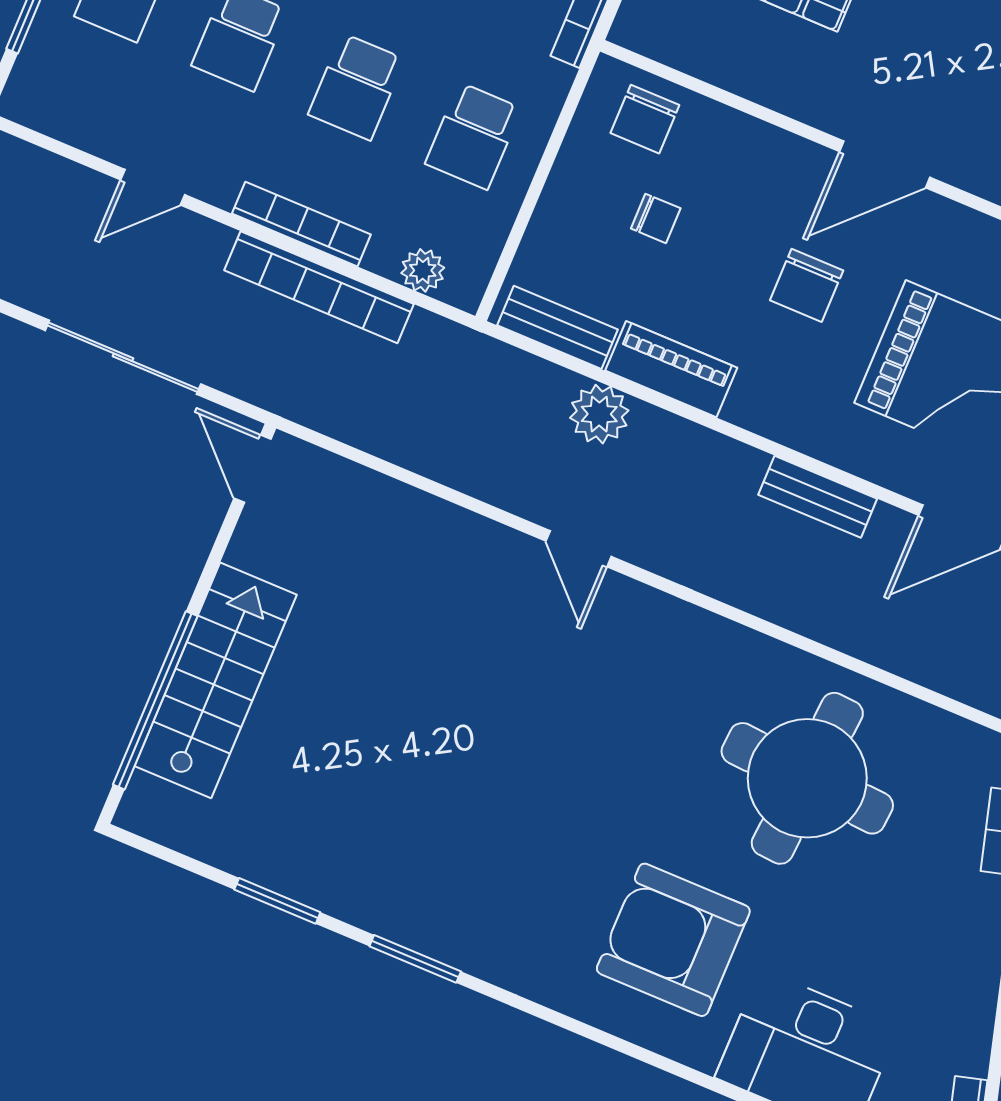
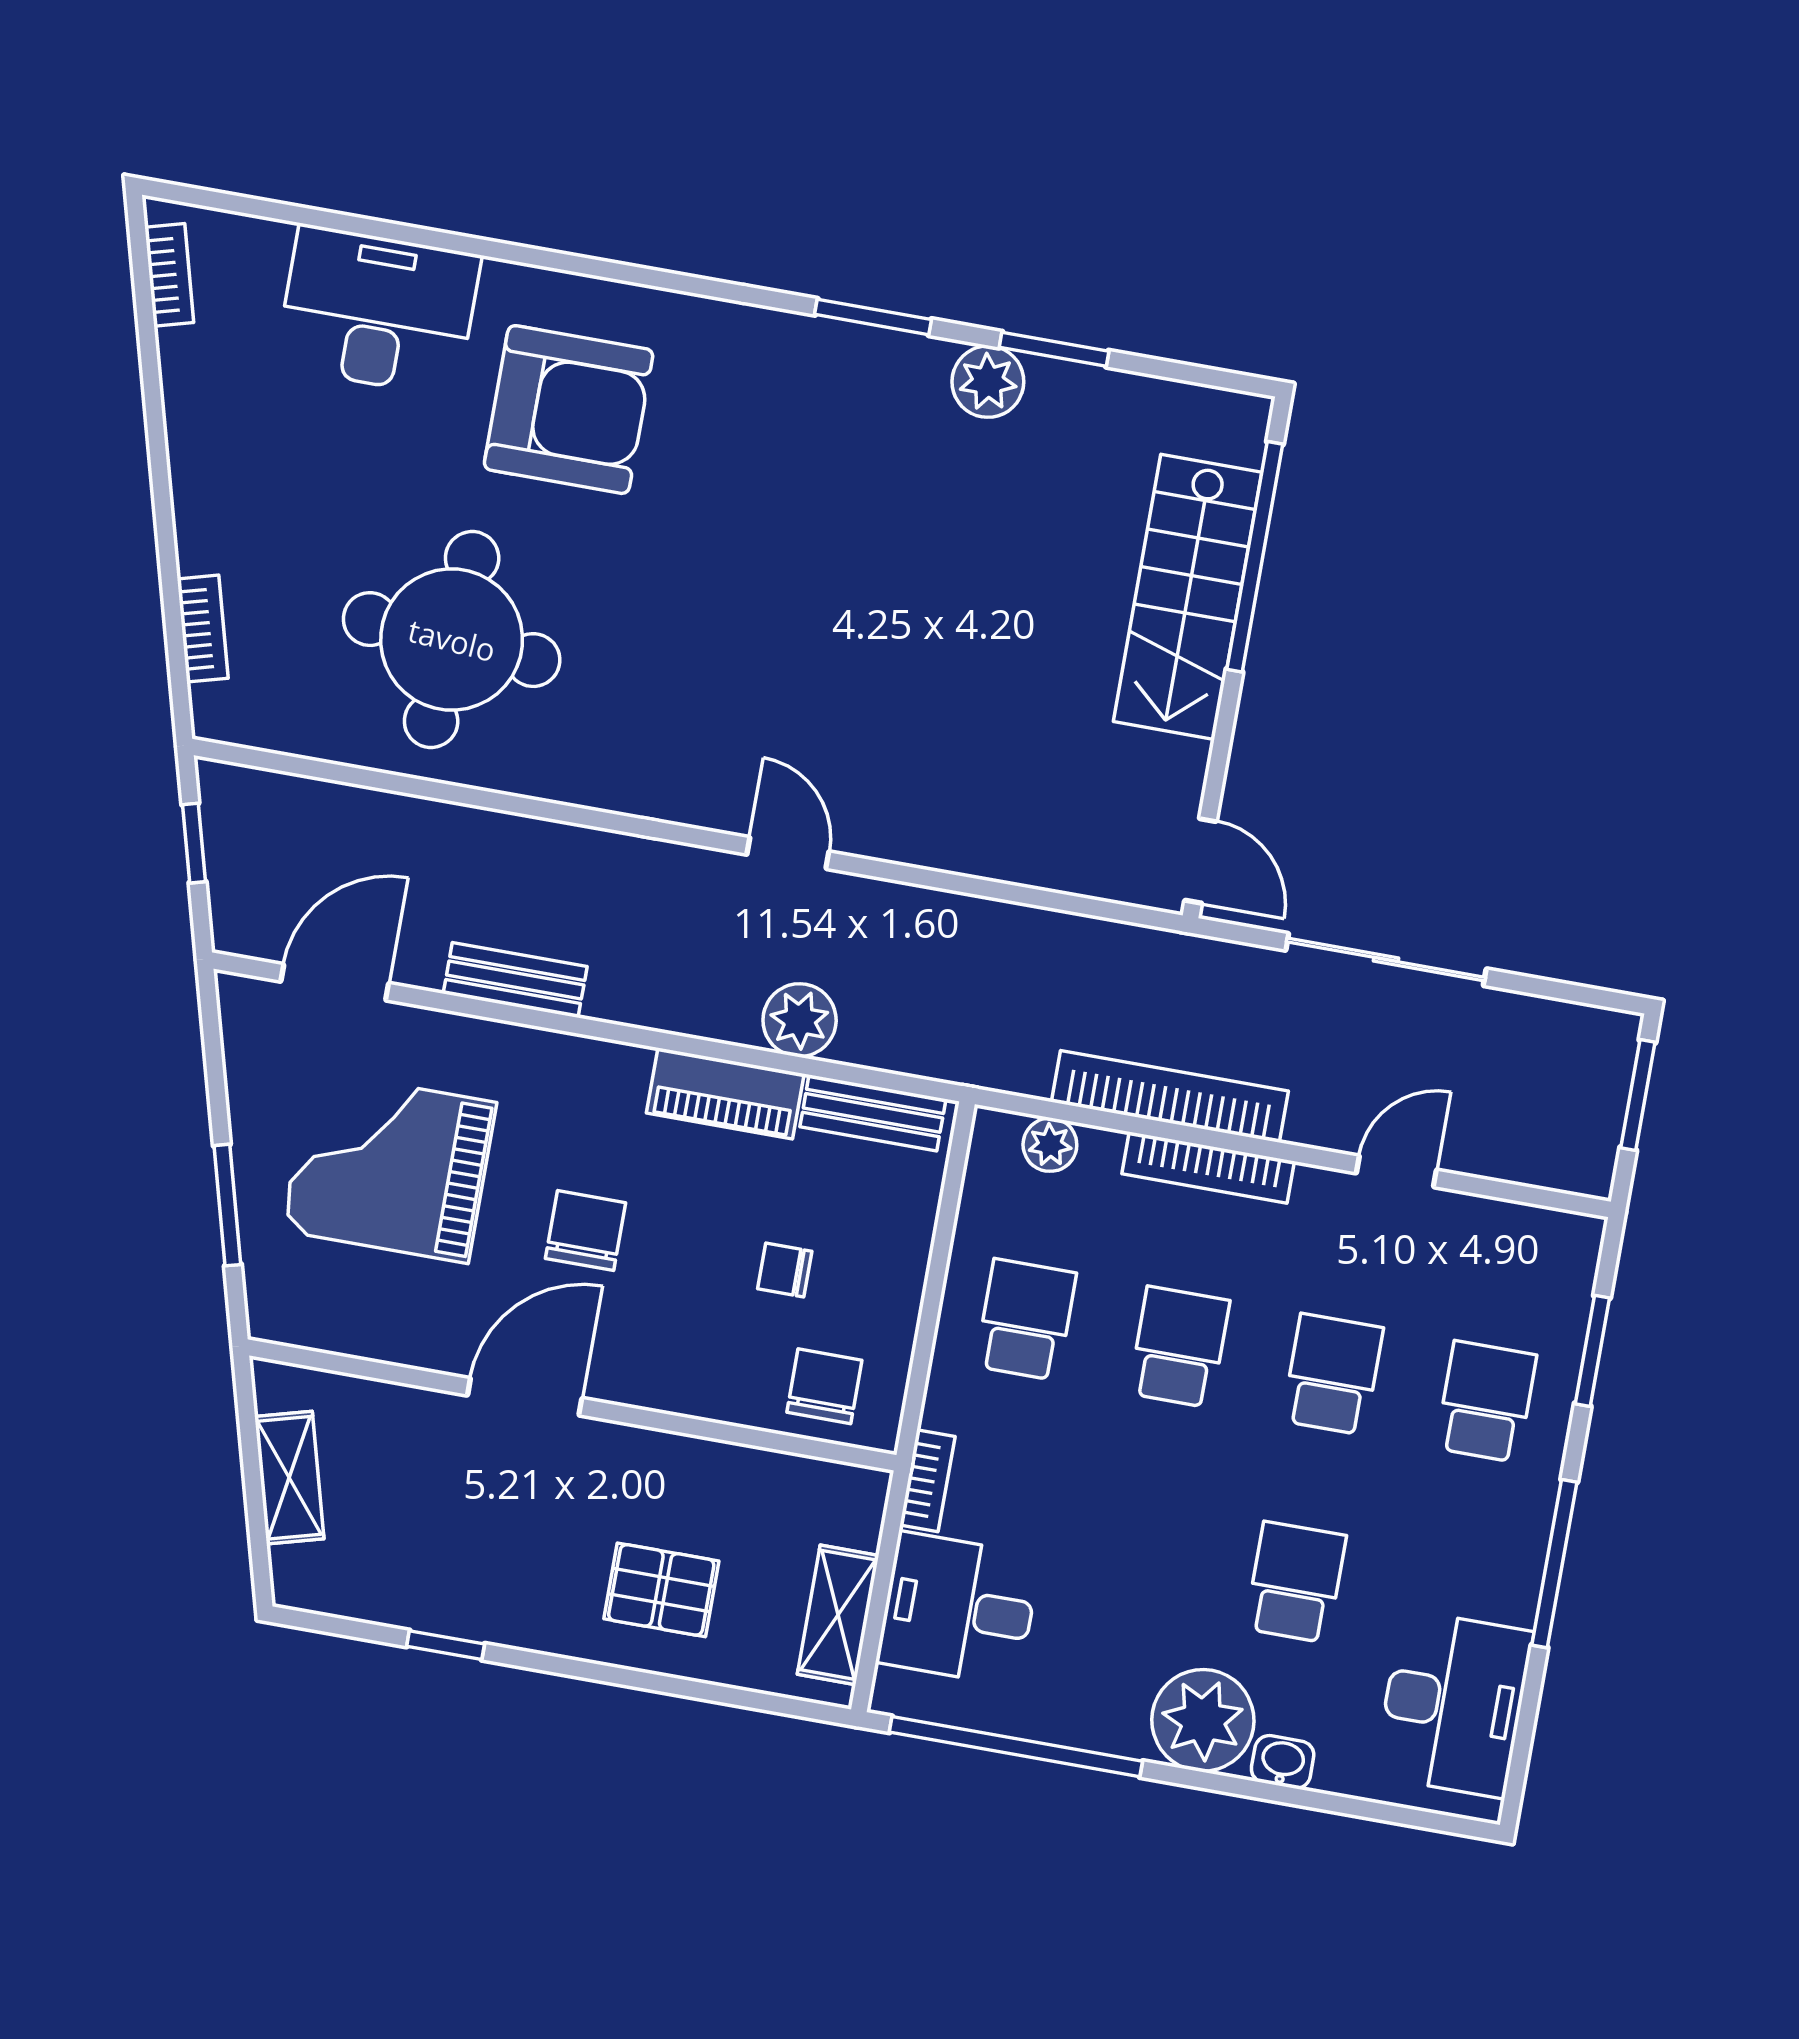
plant: (336, 887) -> (988, 382), added

